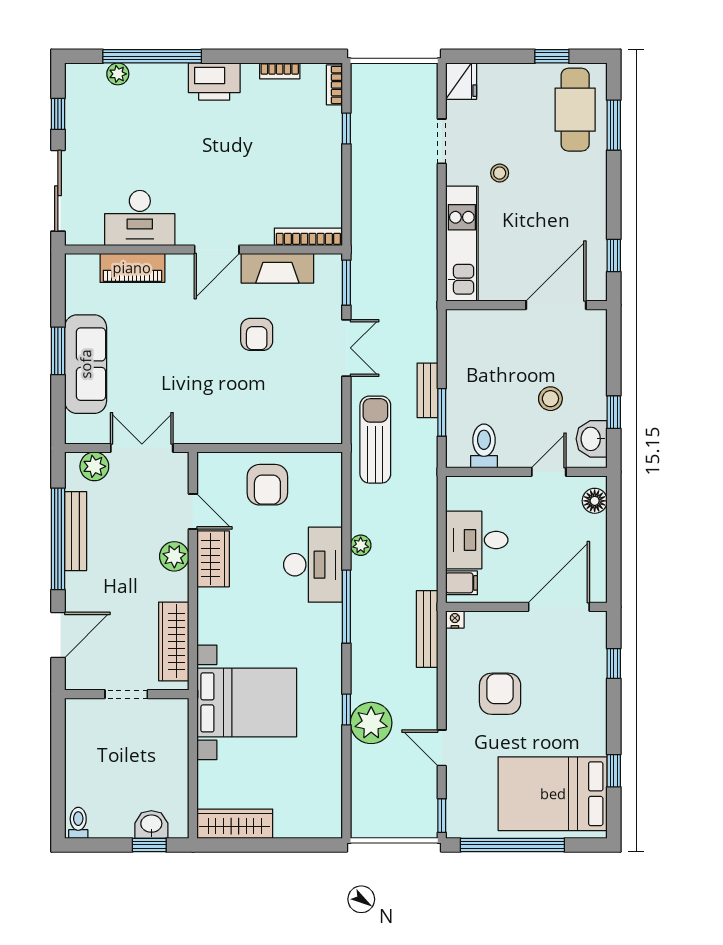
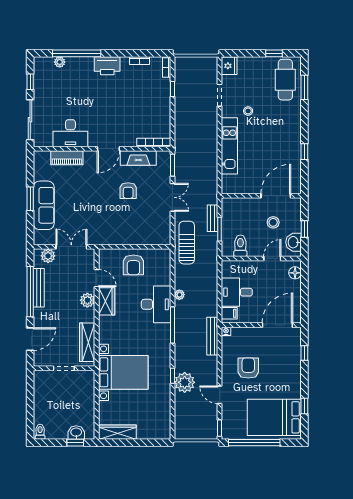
wall: (526, 305) -> (261, 196), moved
door: (556, 305) -> (276, 196), moved

